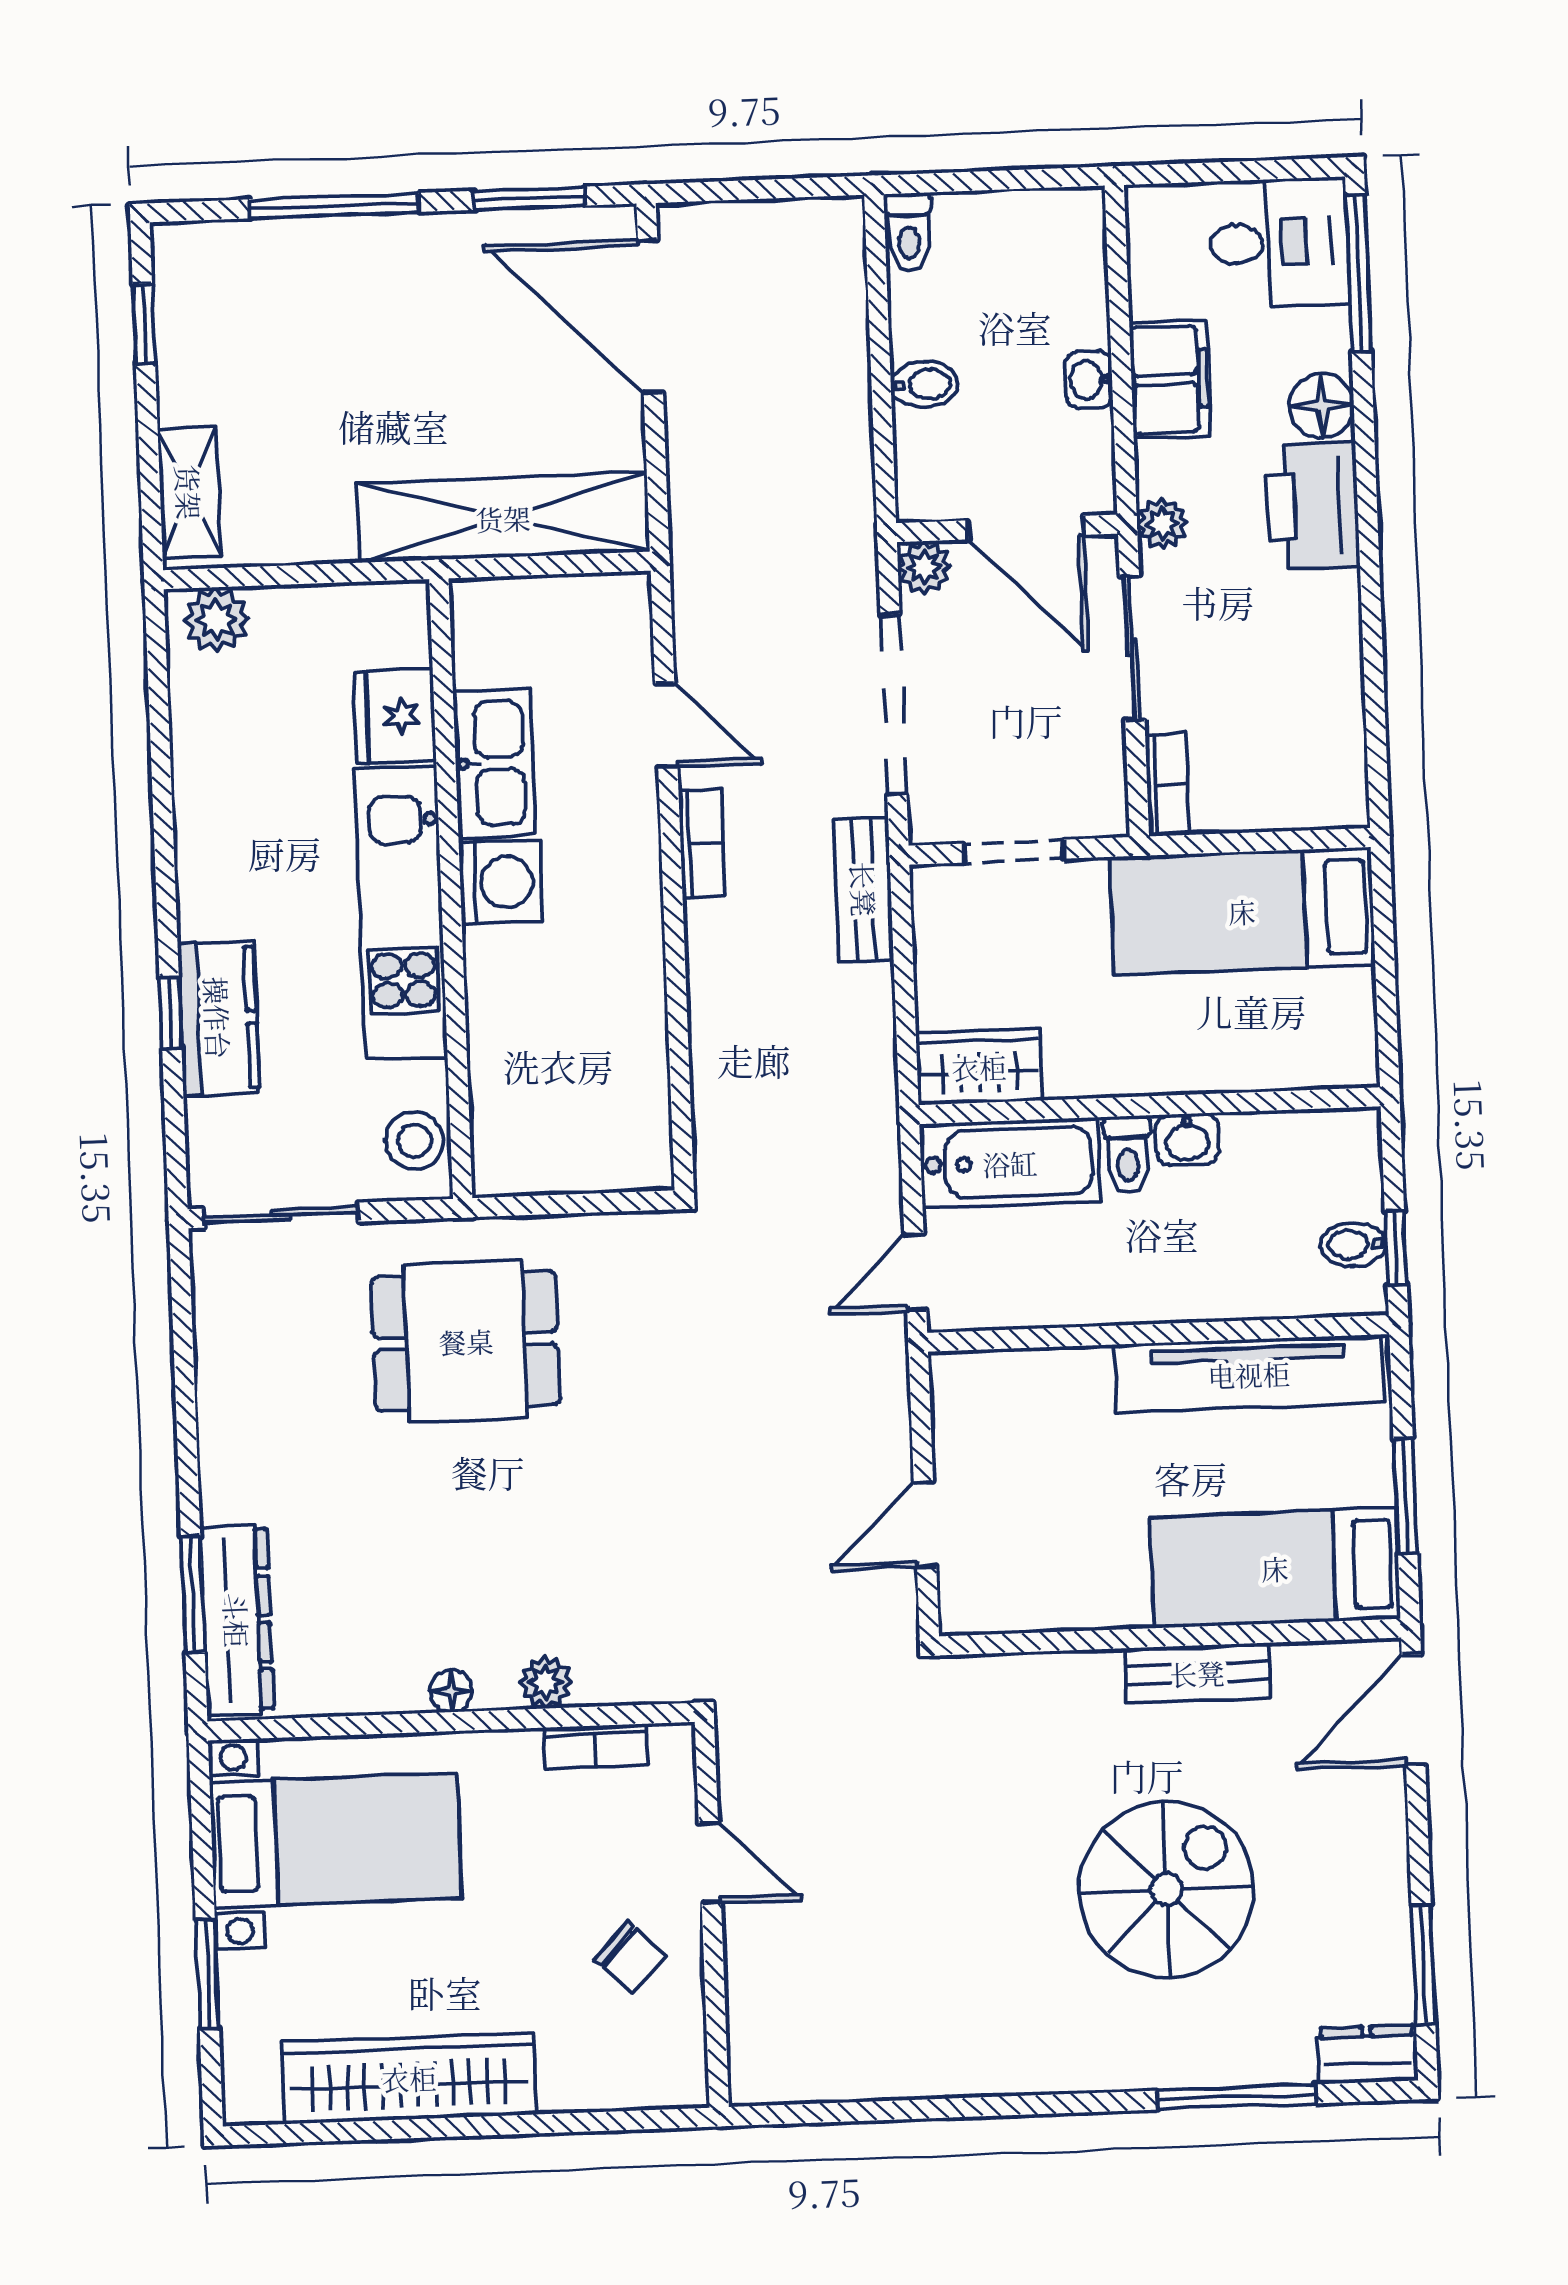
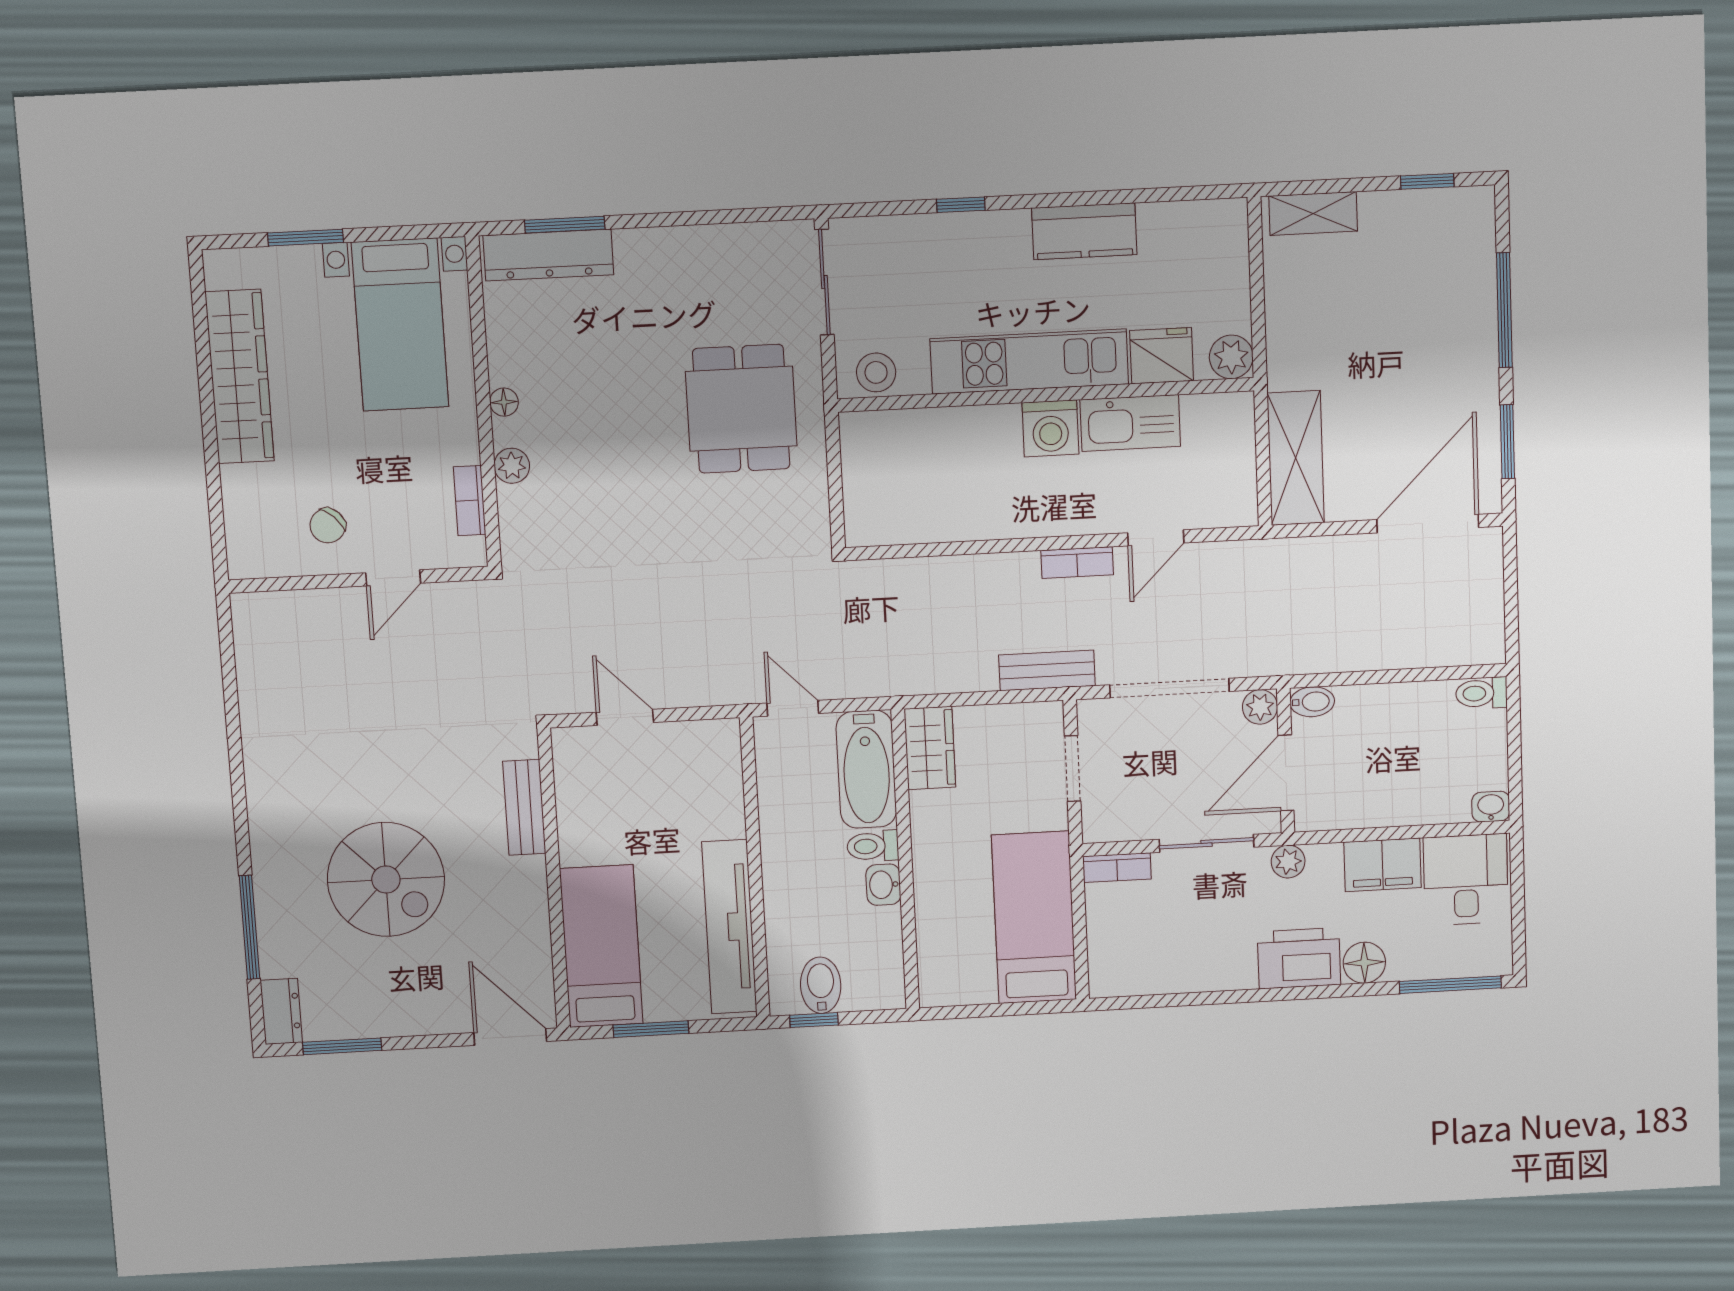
desk: (1279, 243) -> (1466, 880), moved, turned 180
washbasin: (1089, 380) -> (1491, 807), moved
bidet: (924, 384) -> (1312, 702), moved, turned -90
shelving: (503, 518) -> (1296, 458), width x0.68
plant: (216, 620) -> (1231, 357), moved
kitchen counter: (218, 1018) -> (1084, 231), moved
bidet: (1354, 1245) -> (821, 985), width x1.38, depth x1.36
bench: (1197, 1673) -> (524, 807), moved

